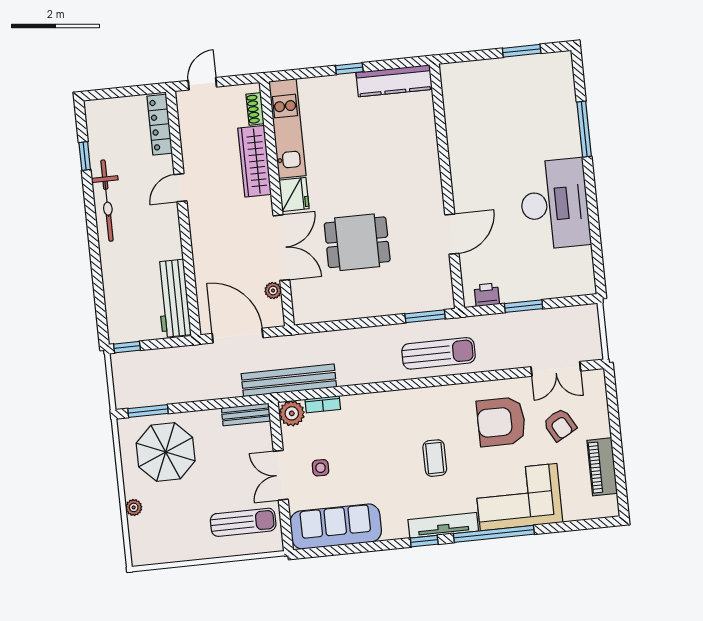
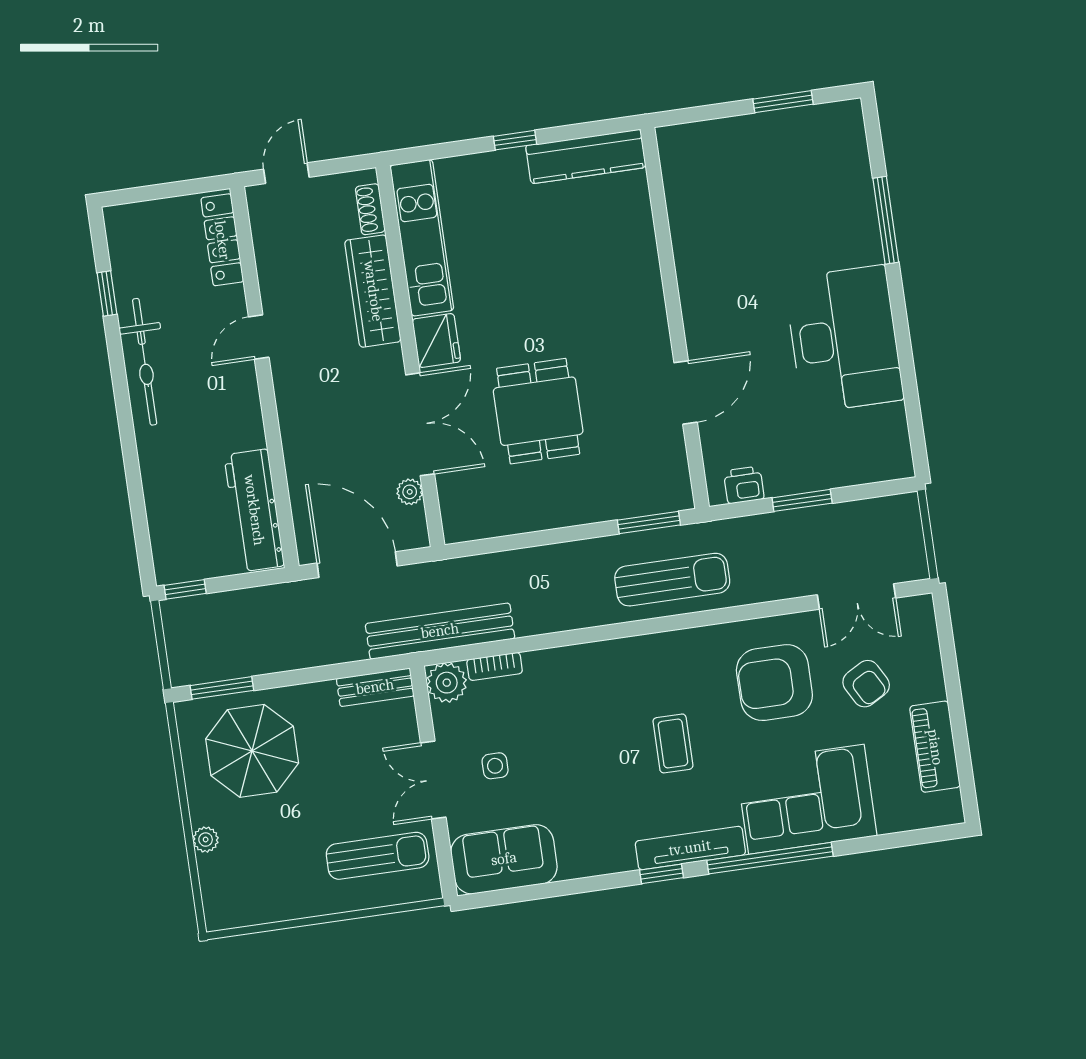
dining table: (357, 242) -> (538, 411), turned 90
sofa: (336, 527) -> (504, 859), width x0.73

